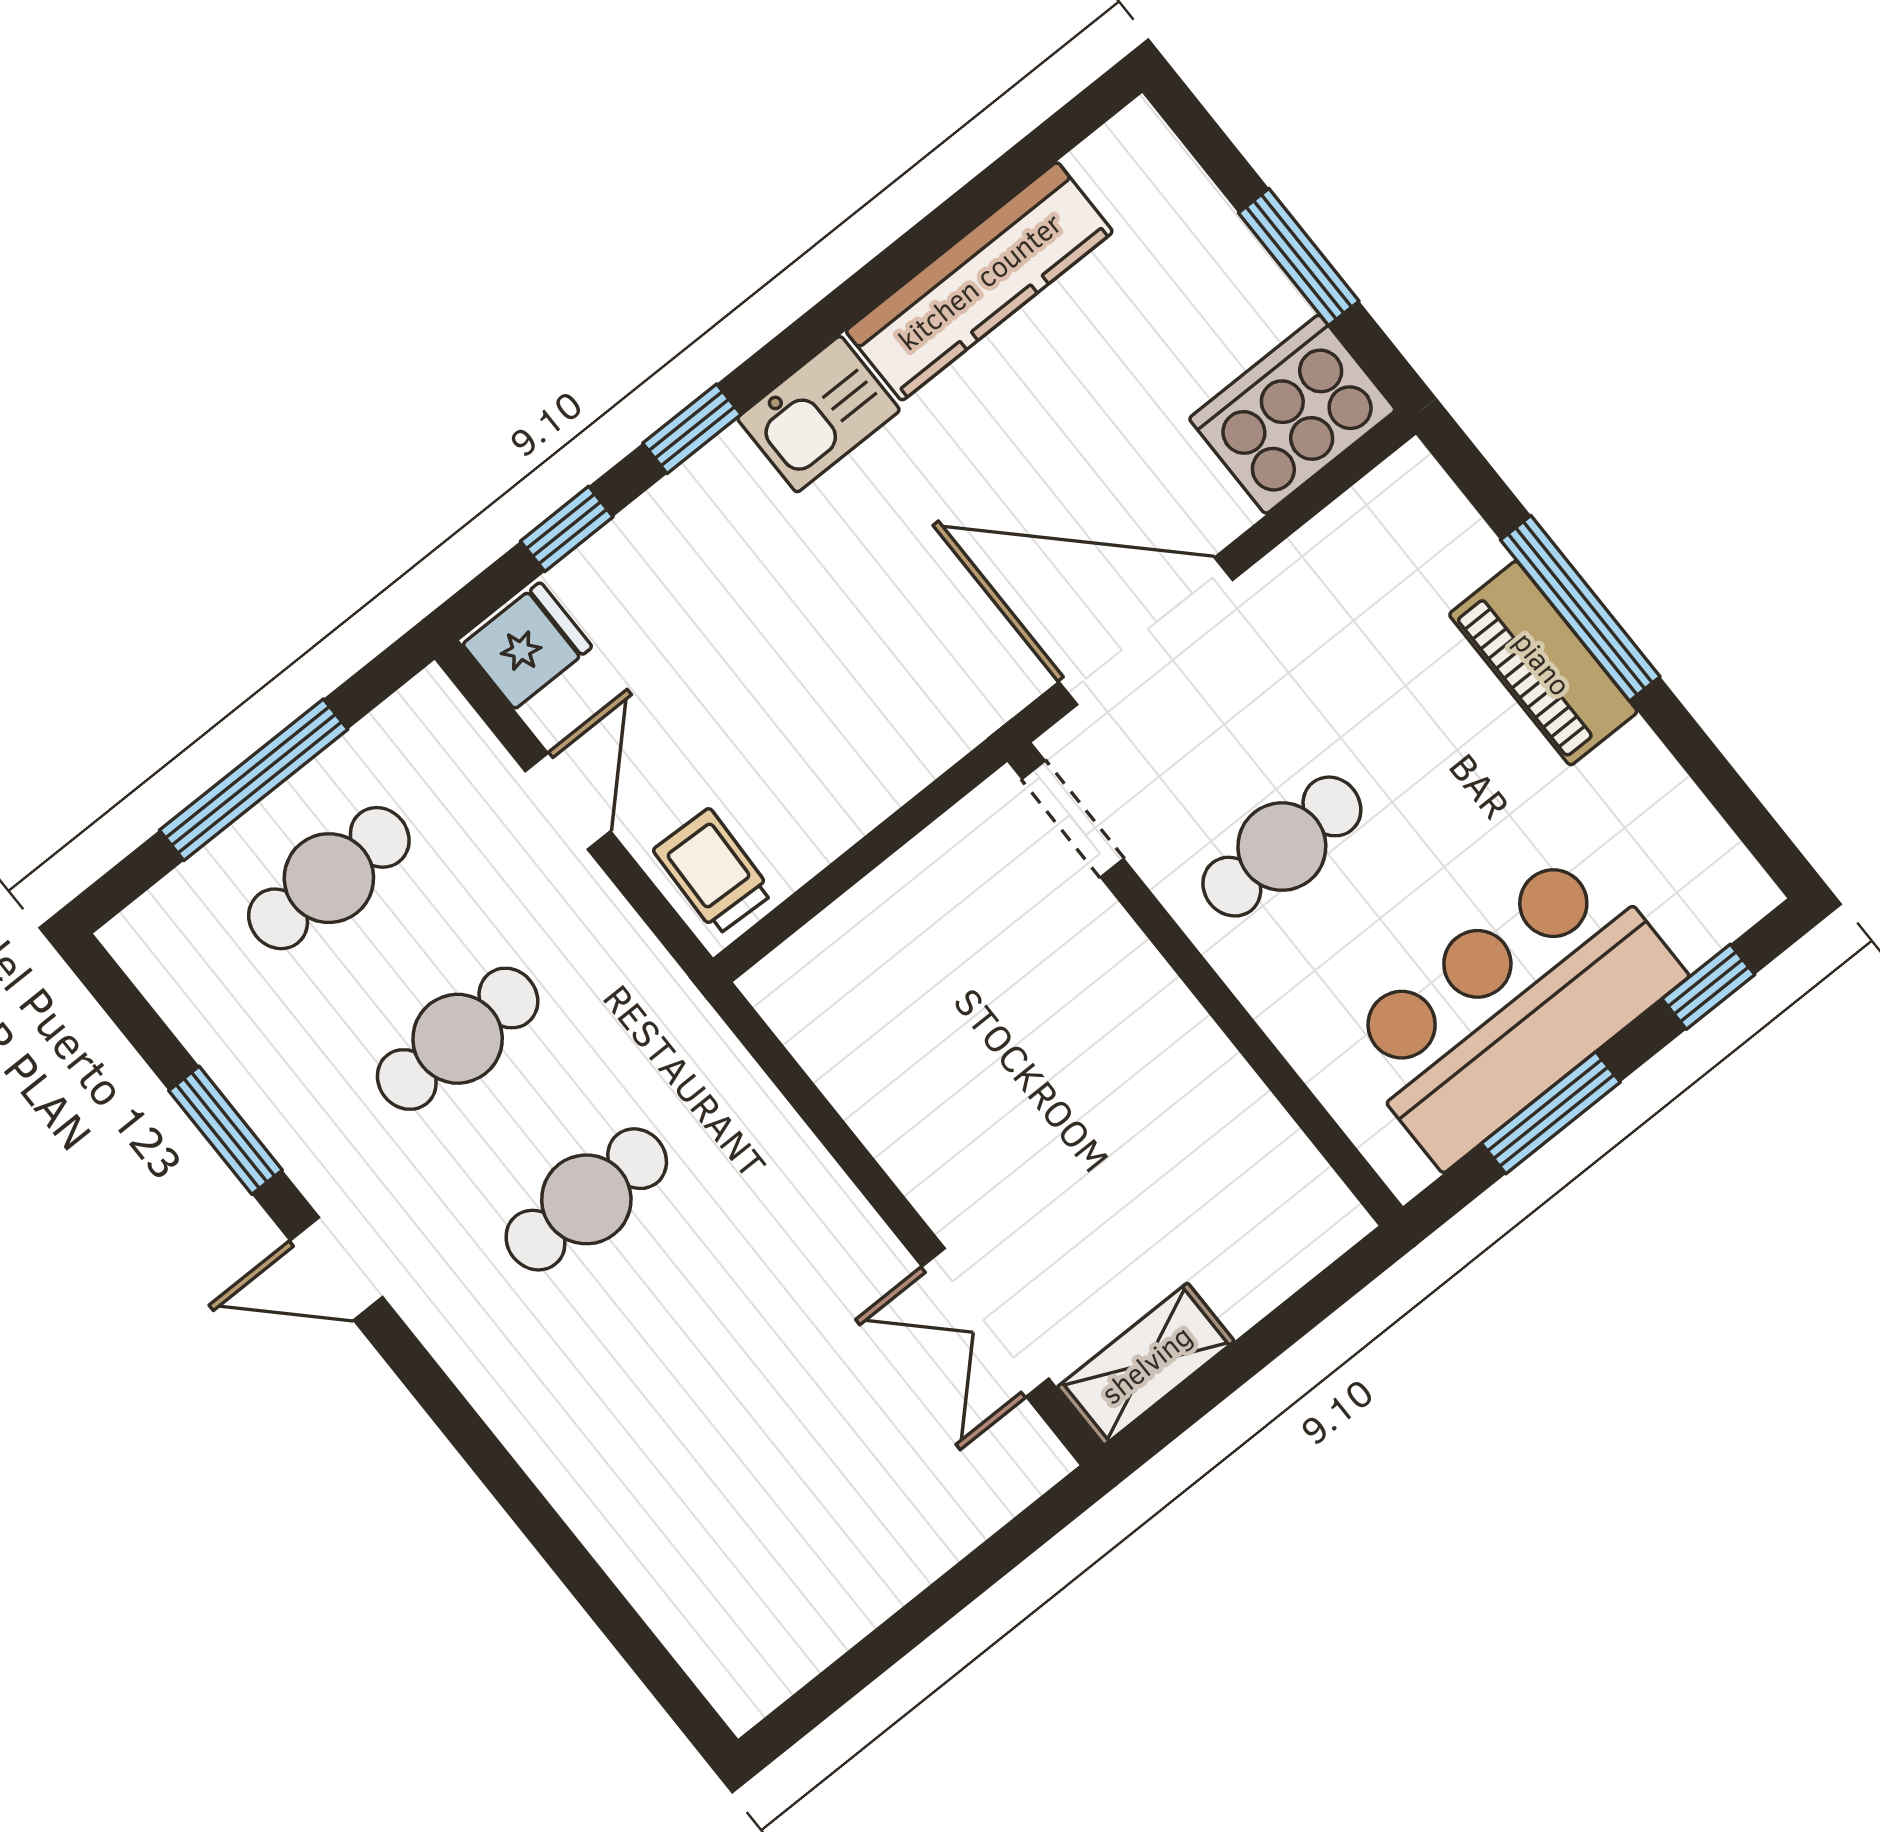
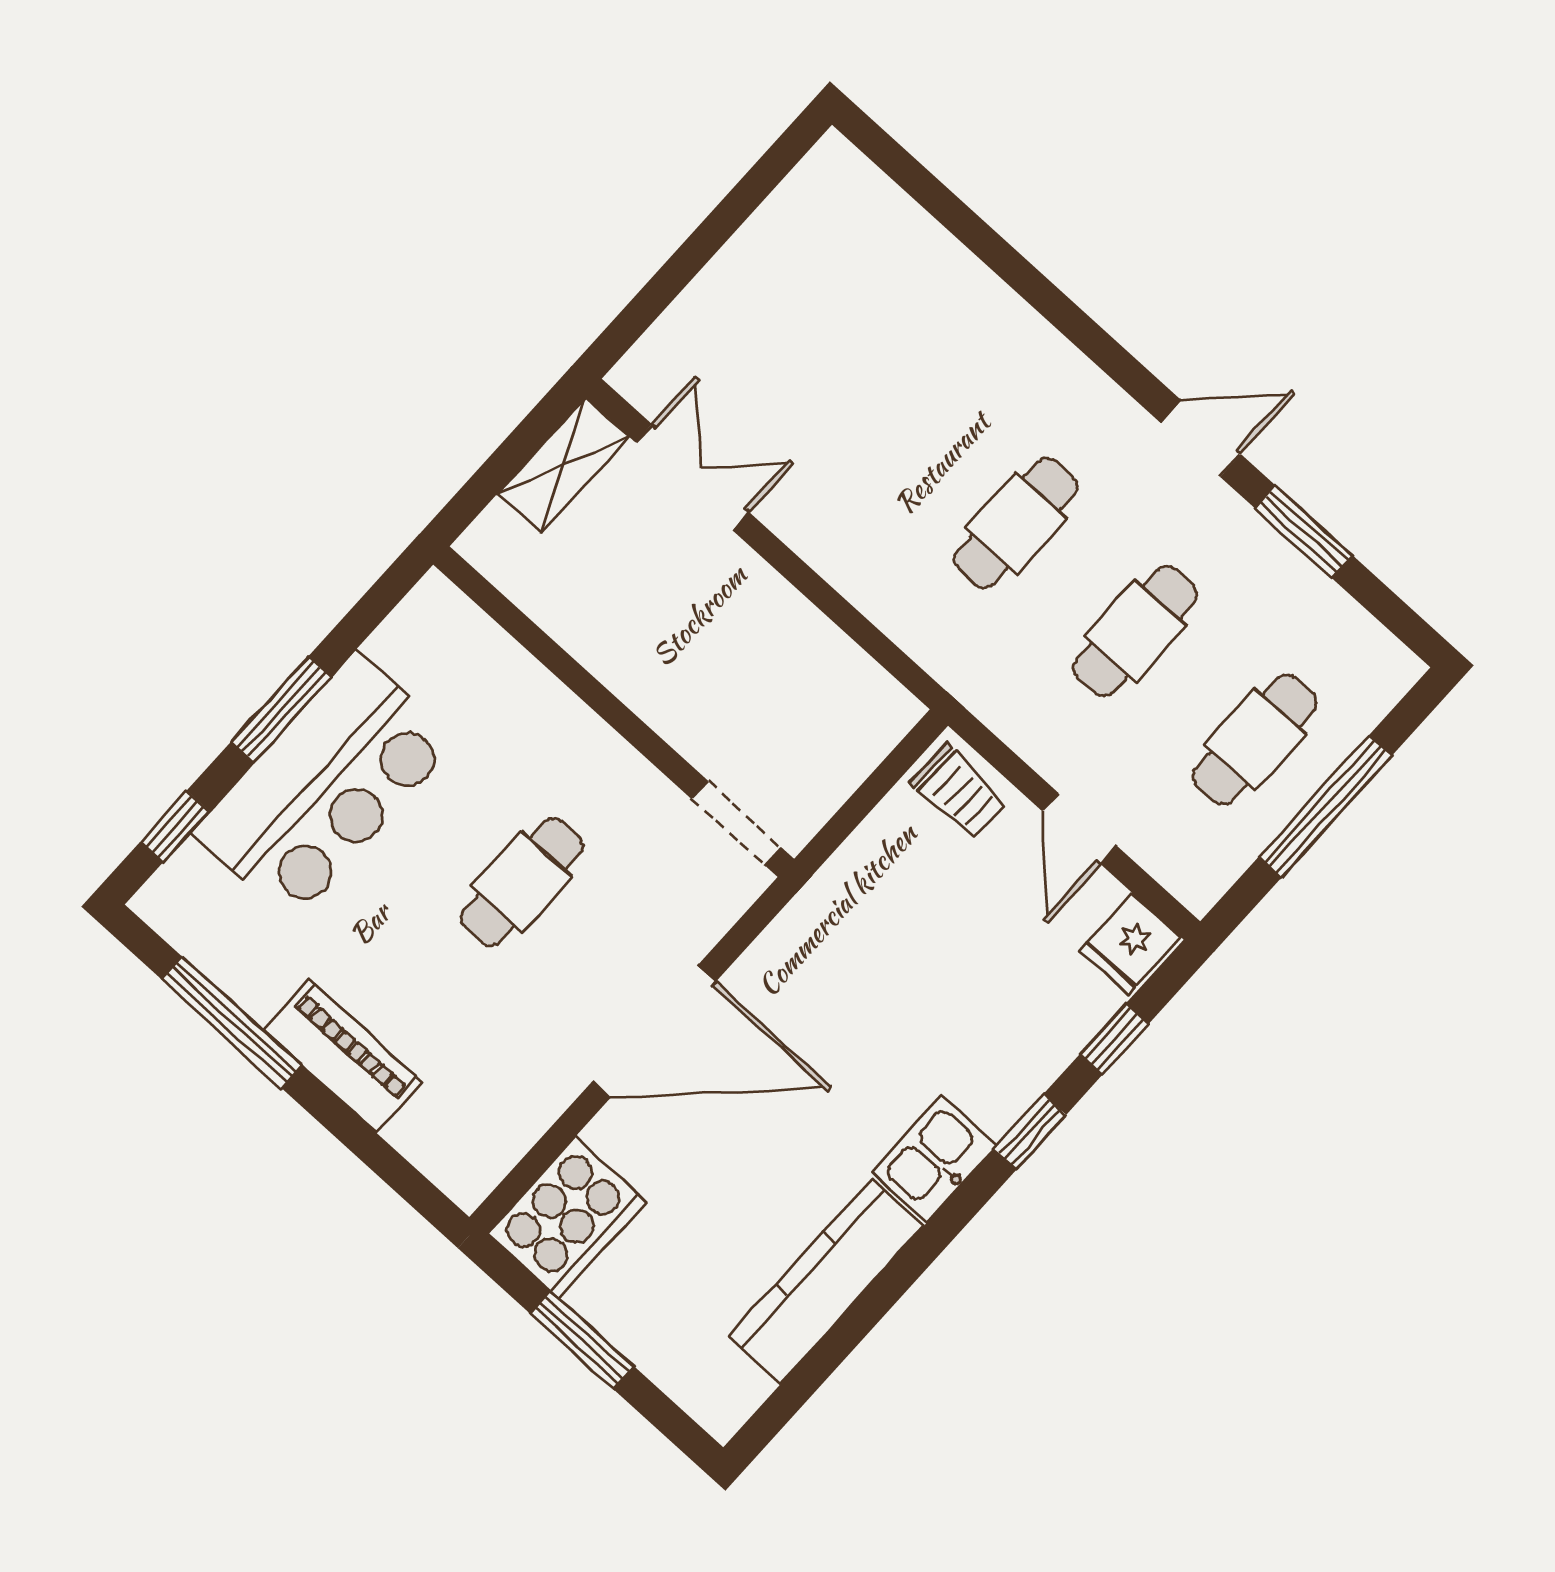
window: (1580, 608) -> (232, 1023), moved
doorway: (1073, 819) -> (736, 823), moved
wall: (1205, 984) -> (614, 712), moved

